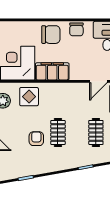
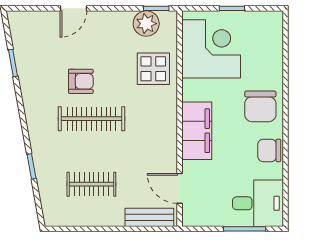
filing cabinet: (52, 71) -> (197, 131), moved
clothes rail: (58, 132) -> (91, 119), width x1.36

